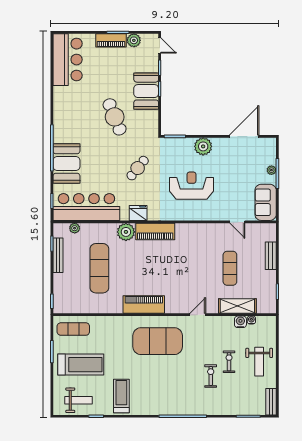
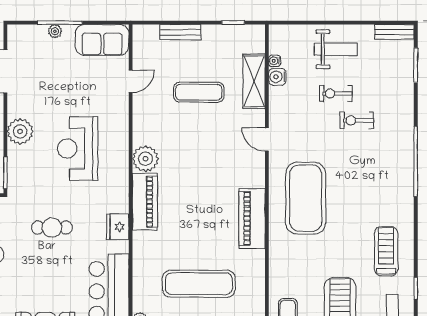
cafe table: (138, 168) -> (52, 228), turned -39
plant: (126, 232) -> (145, 159), moved
treadmill: (121, 396) -> (386, 251), turned 90

